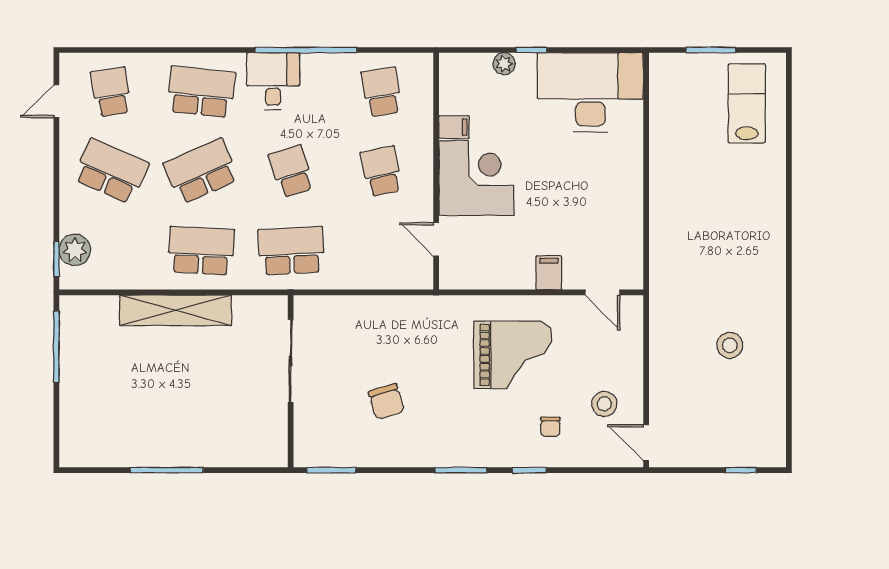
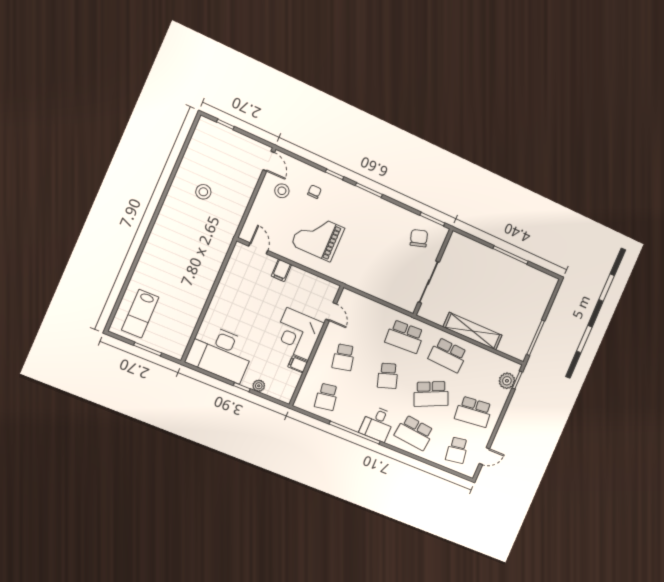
school desk: (111, 171) -> (474, 412), turned -30
chair: (386, 402) -> (419, 238), moved

